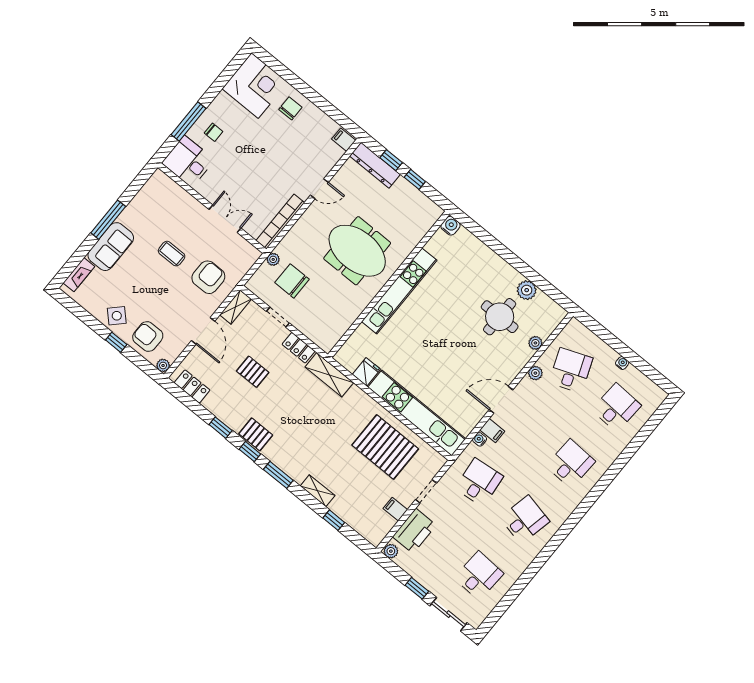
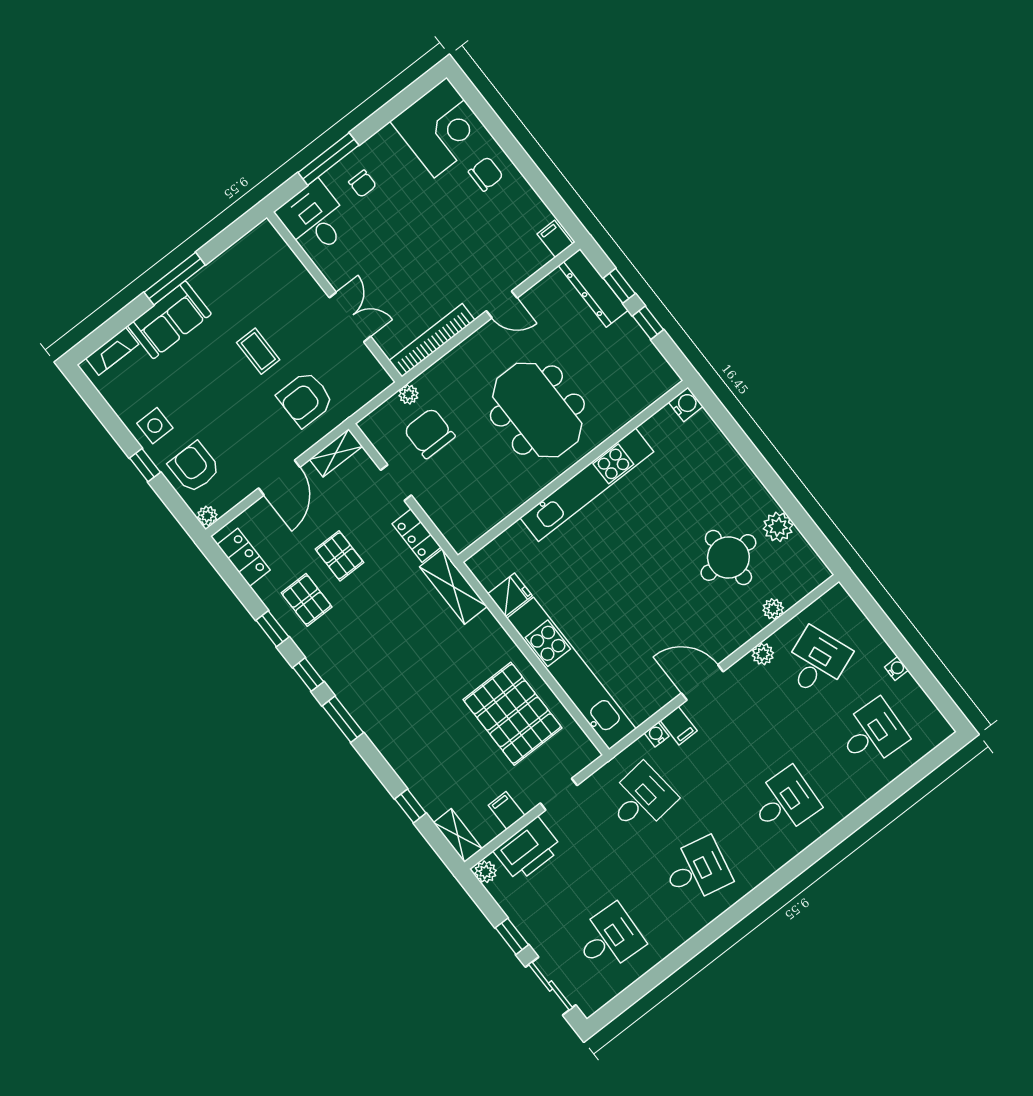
armchair: (208, 277) -> (305, 399), turned 180
side table: (117, 316) -> (155, 426), turned 45
pallet: (256, 434) -> (307, 600), moved
shelving: (318, 491) -> (458, 836), moved

